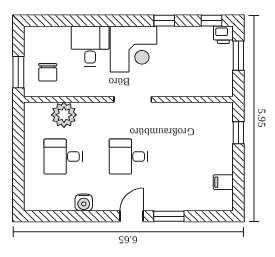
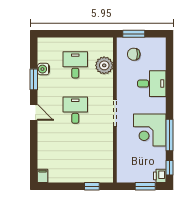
window: (164, 21) -> (169, 135), width x2.17
corner desk: (134, 49) -> (150, 130), moved
filing cabinet: (223, 182) -> (43, 176), moved
water cooler: (84, 203) -> (43, 69), moved
window: (169, 216) -> (34, 79), moved

